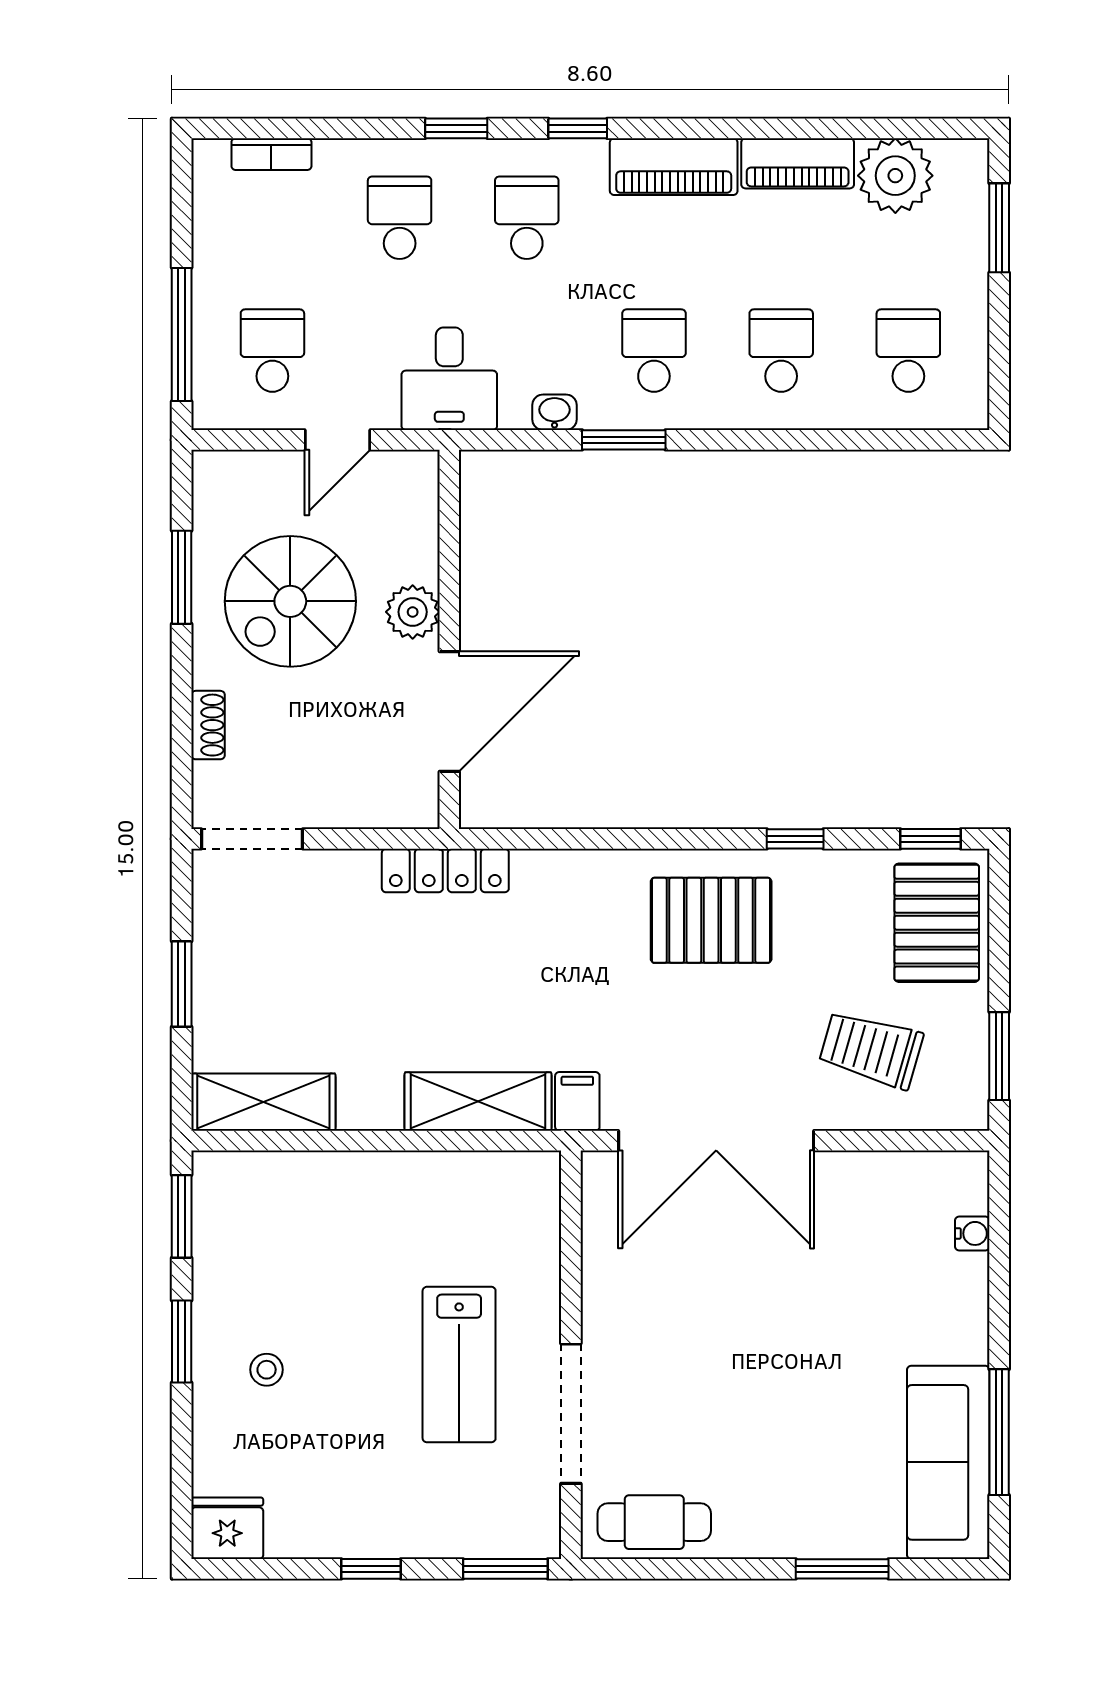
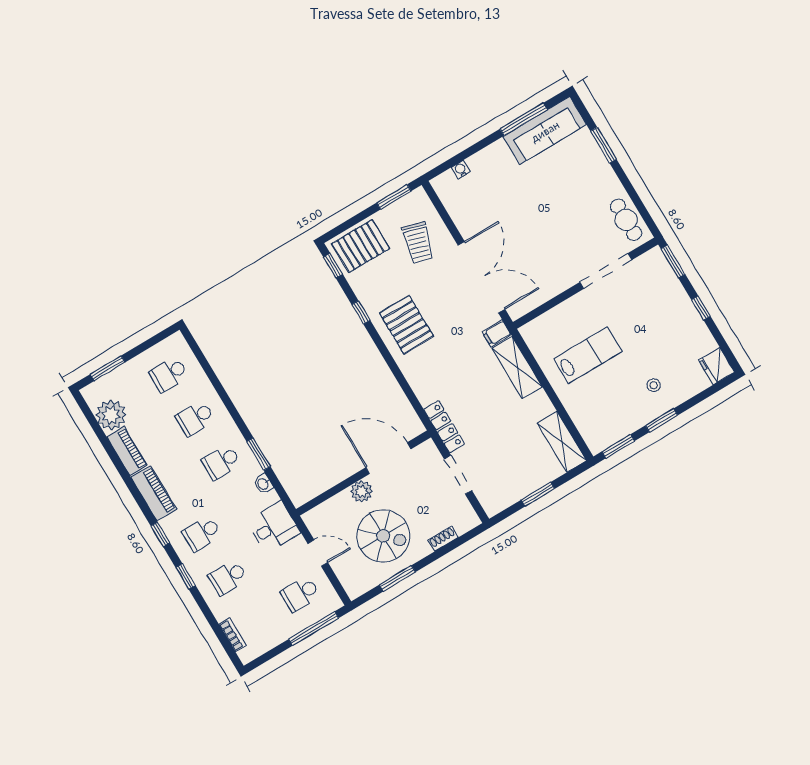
doorway: (252, 839) -> (458, 475), moved
lab bench: (459, 1365) -> (588, 355), moved

